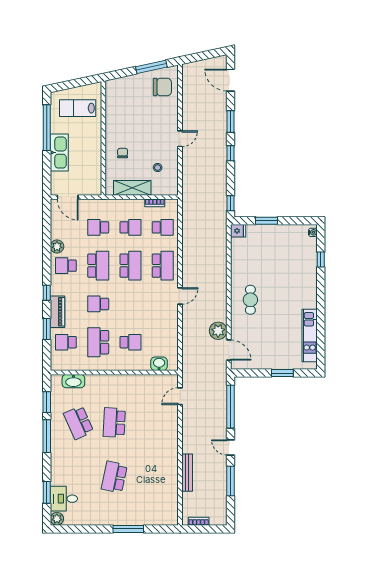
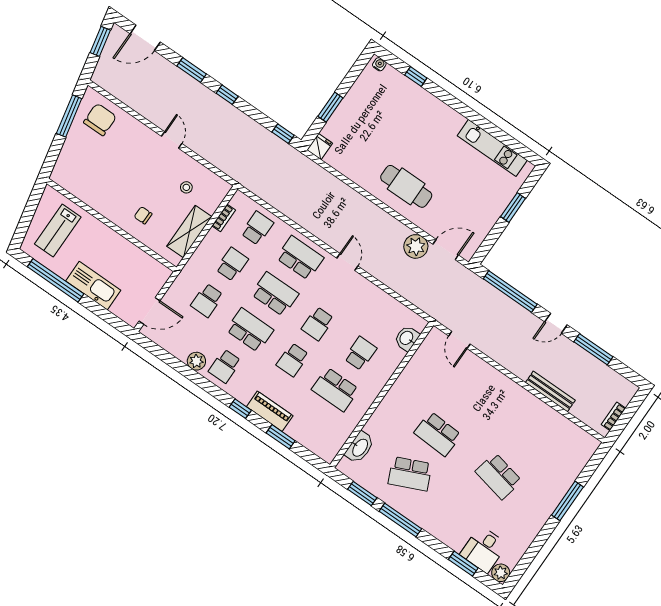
window: (210, 54) -> (100, 41), added
cafe table: (250, 300) -> (406, 186), width x1.37, depth x1.35
school desk: (66, 342) -> (318, 324), moved

